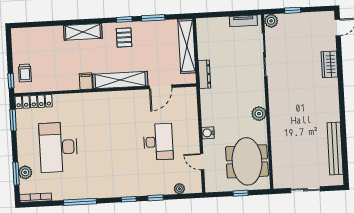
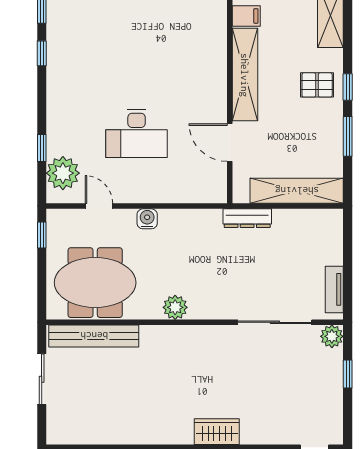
wardrobe: (329, 64) -> (217, 432), moved
bench: (335, 148) -> (94, 336), moved
door: (202, 162) -> (99, 206), hinge flipped
plant: (179, 189) -> (63, 173), width x1.88, depth x1.88
window: (241, 193) -> (42, 235), moved
window: (156, 198) -> (42, 148), moved
window: (129, 199) -> (42, 53), moved

